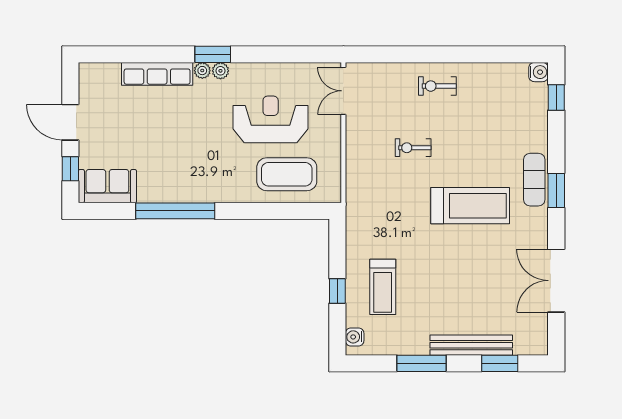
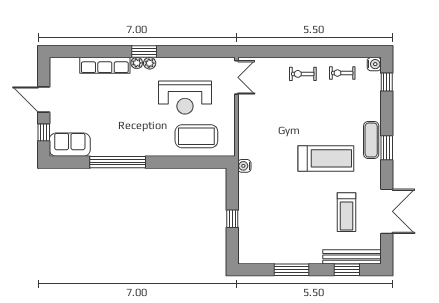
double door: (343, 91) -> (236, 77), swing flipped
reception desk: (271, 119) -> (185, 98), turned 180
exercise bike: (413, 148) -> (342, 73), moved
double door: (556, 281) -> (387, 211), swing flipped
treadmill: (383, 287) -> (347, 212), moved
water cooler: (355, 337) -> (244, 166), moved
bench: (471, 345) -> (352, 257), moved

